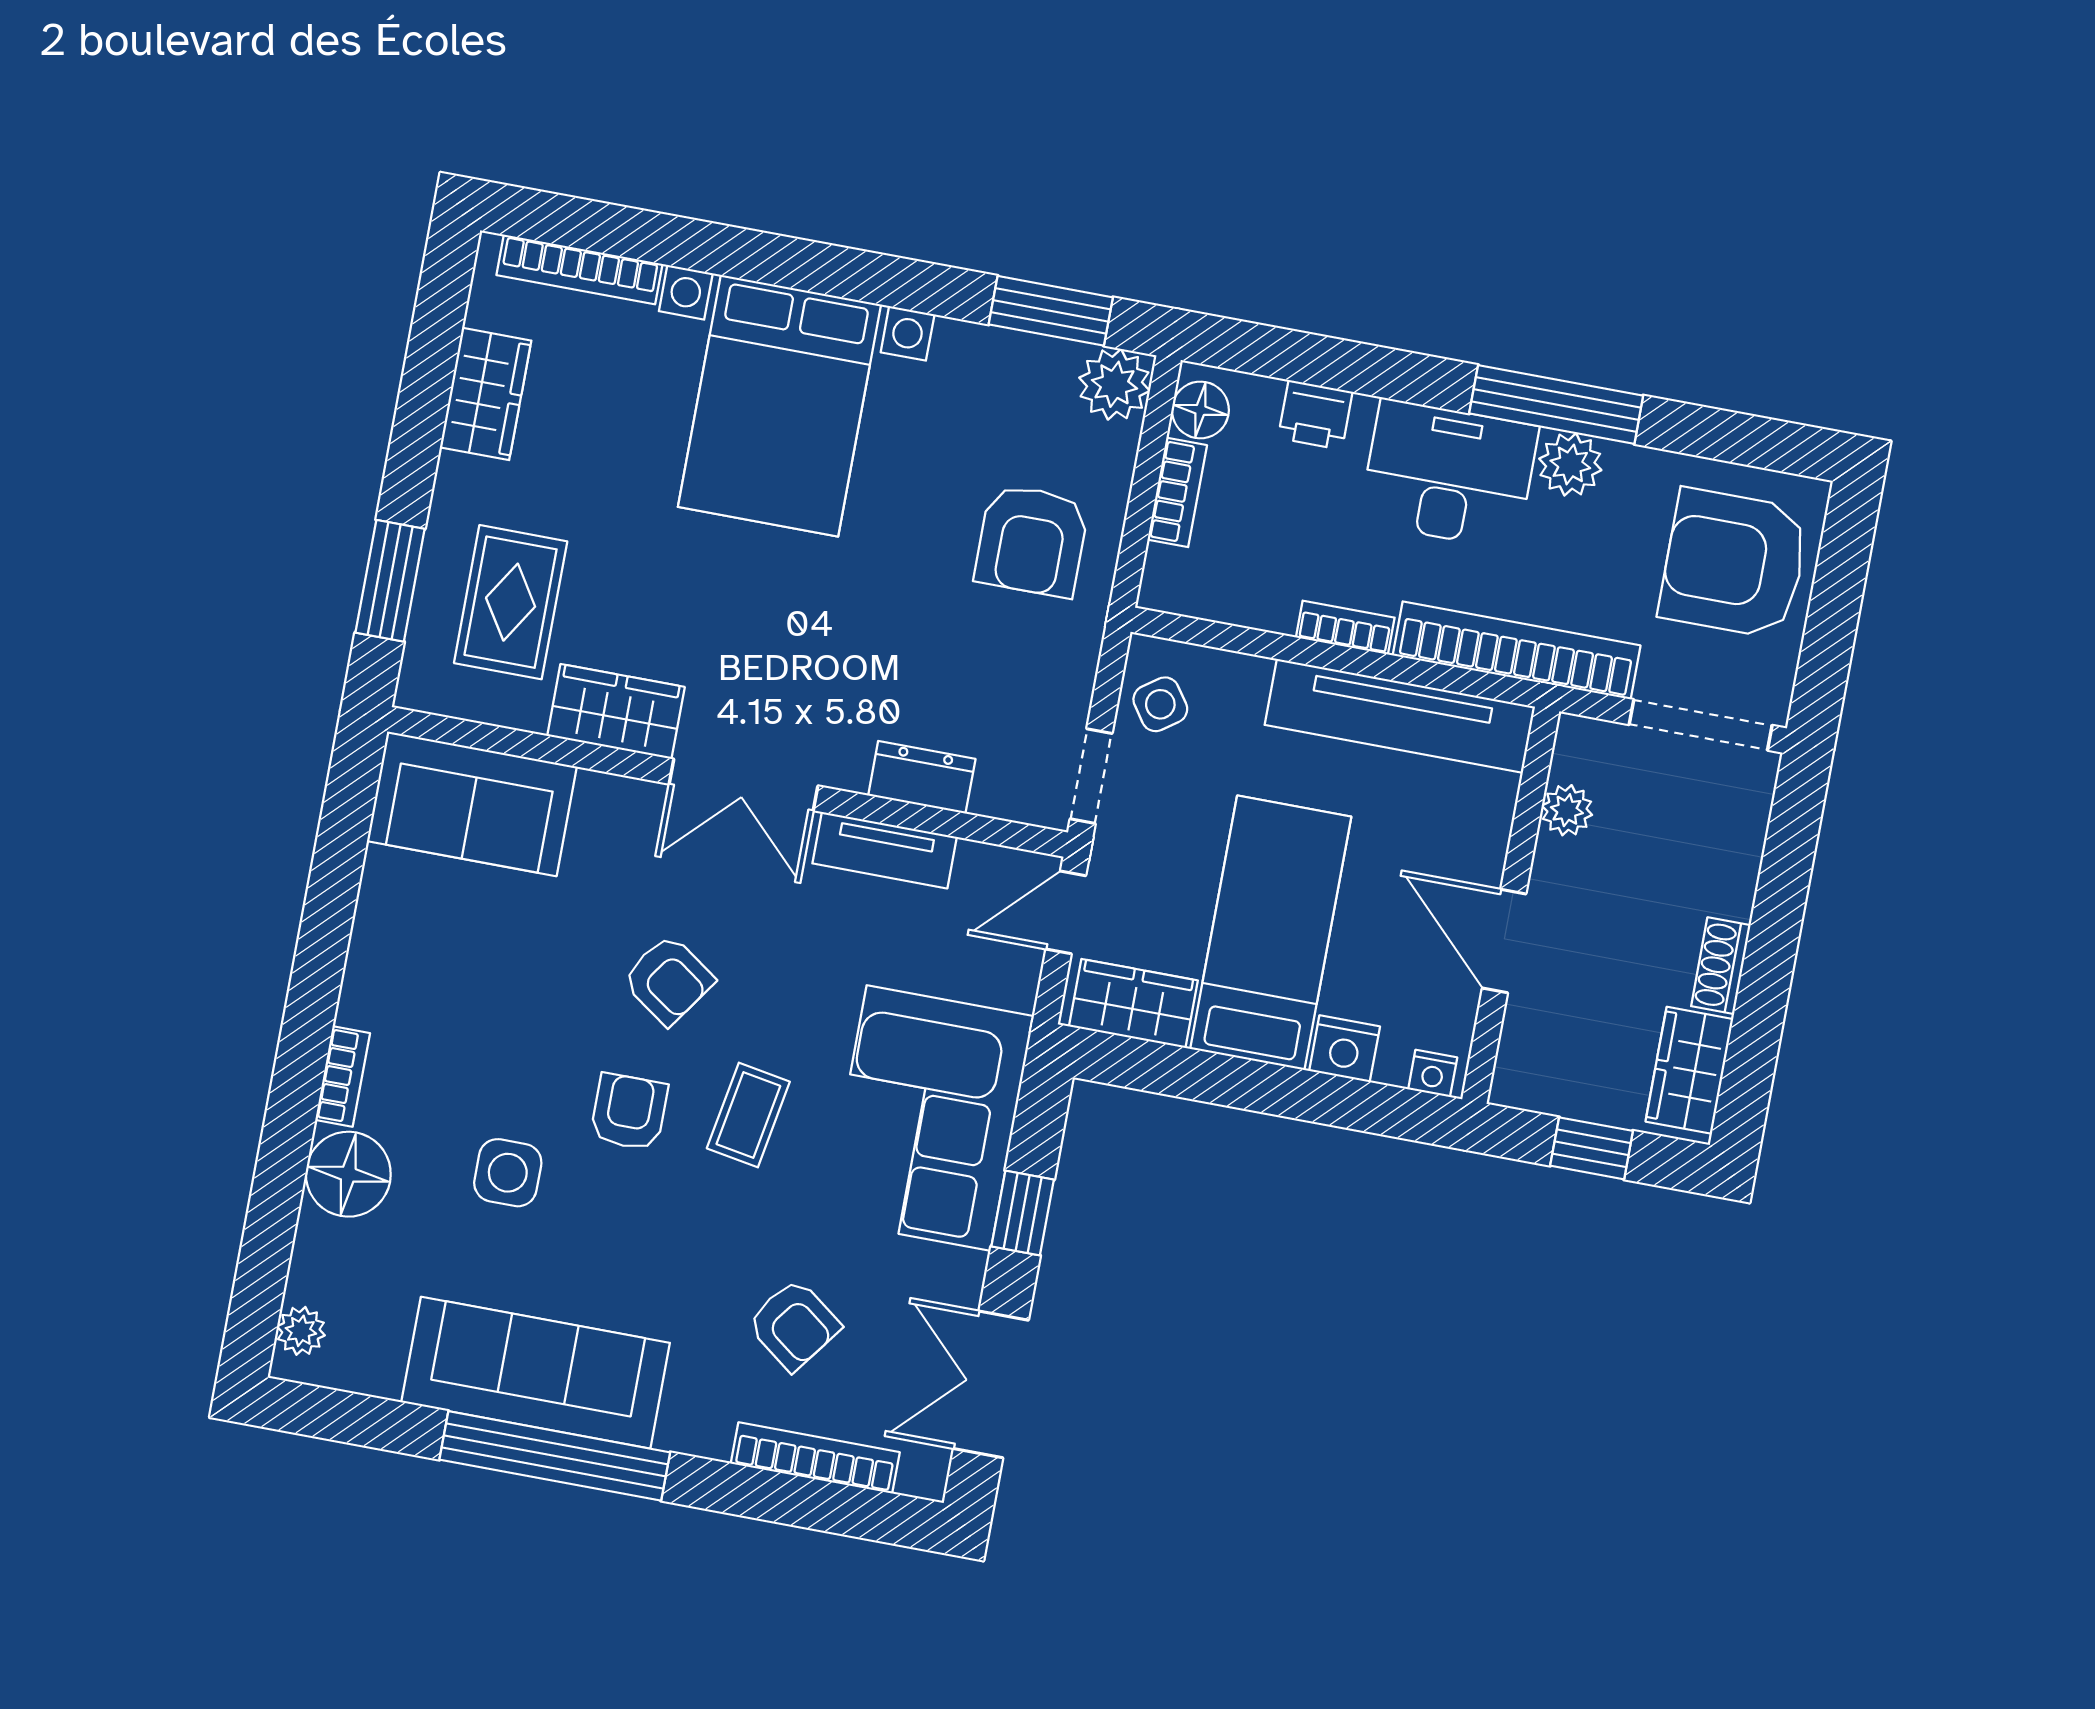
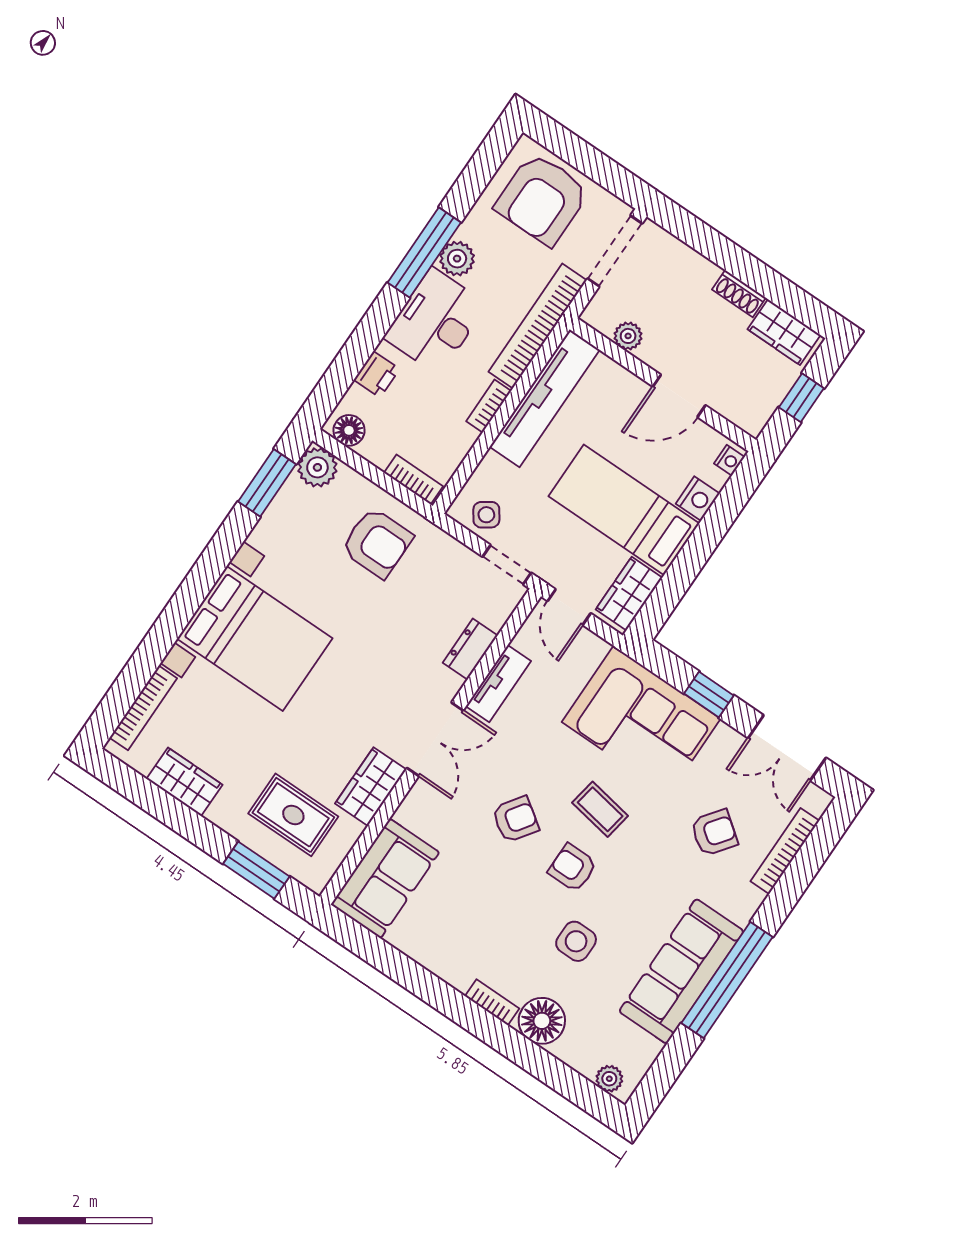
bookcase: (1177, 492) -> (414, 479), moved

